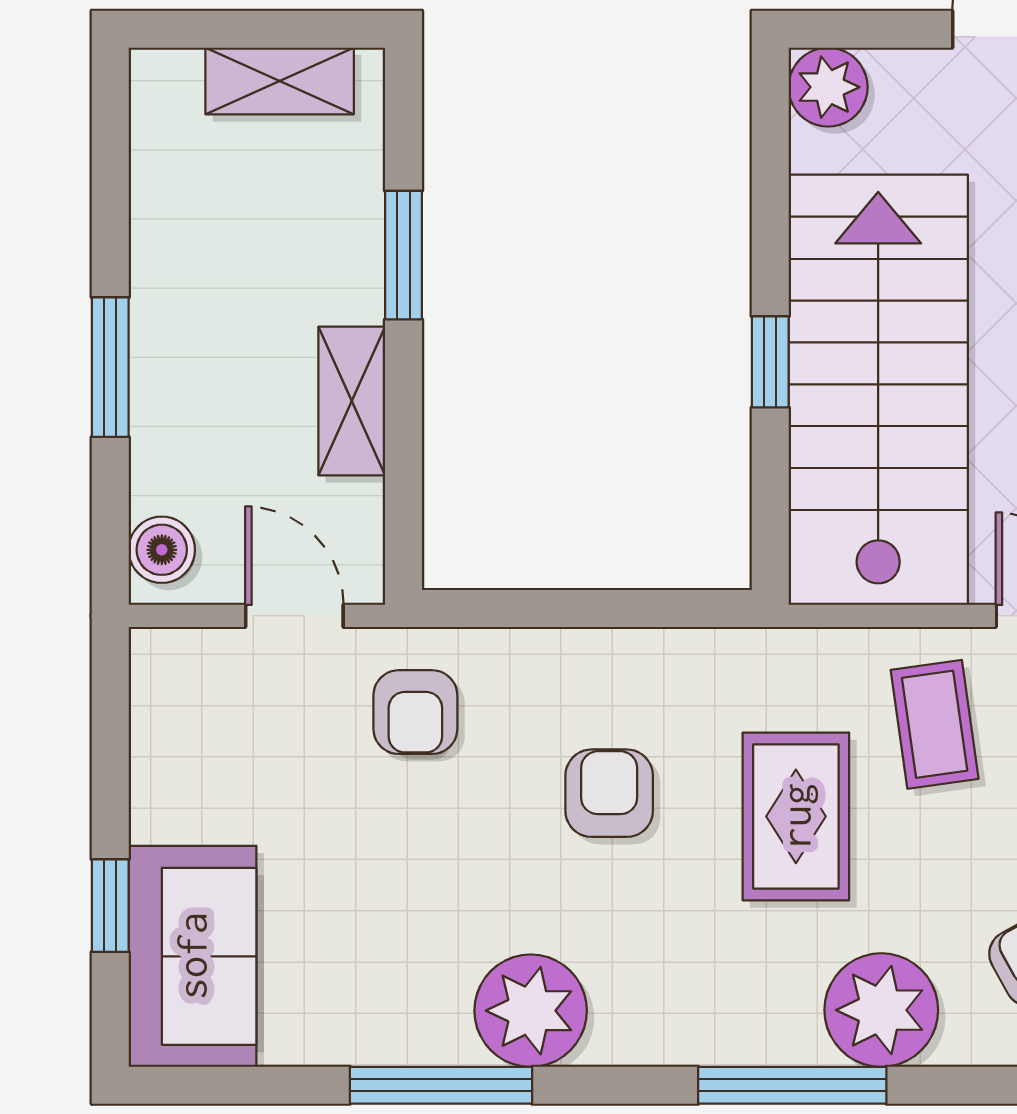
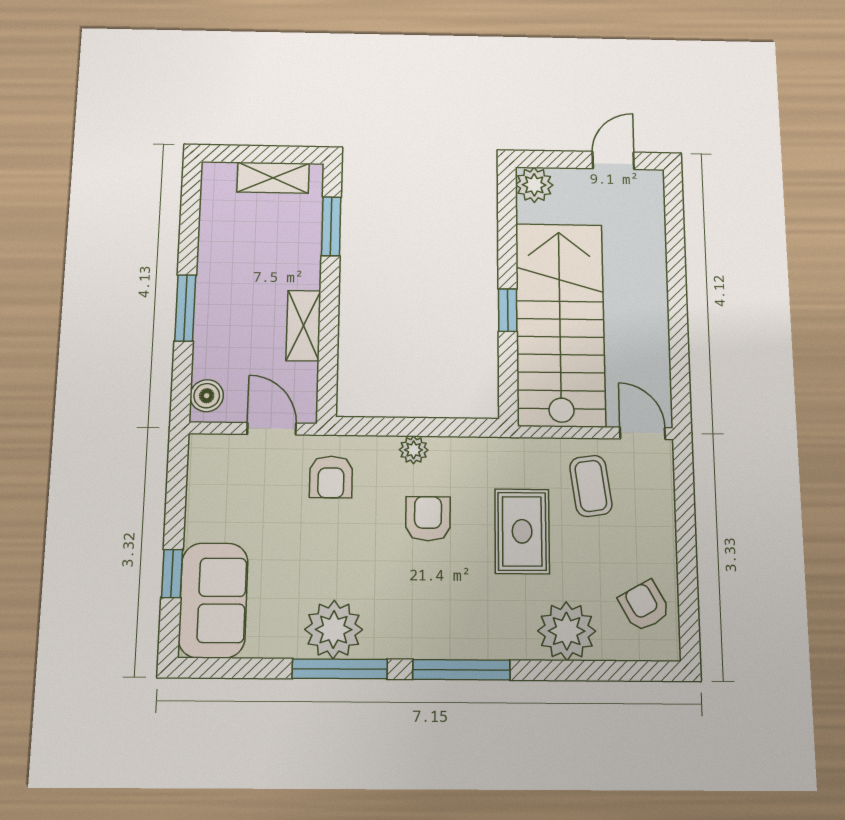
window: (404, 255) -> (331, 226), moved
plant: (579, 655) -> (414, 450), added
plant: (531, 1011) -> (334, 630), moved
window: (792, 1085) -> (461, 670), moved

